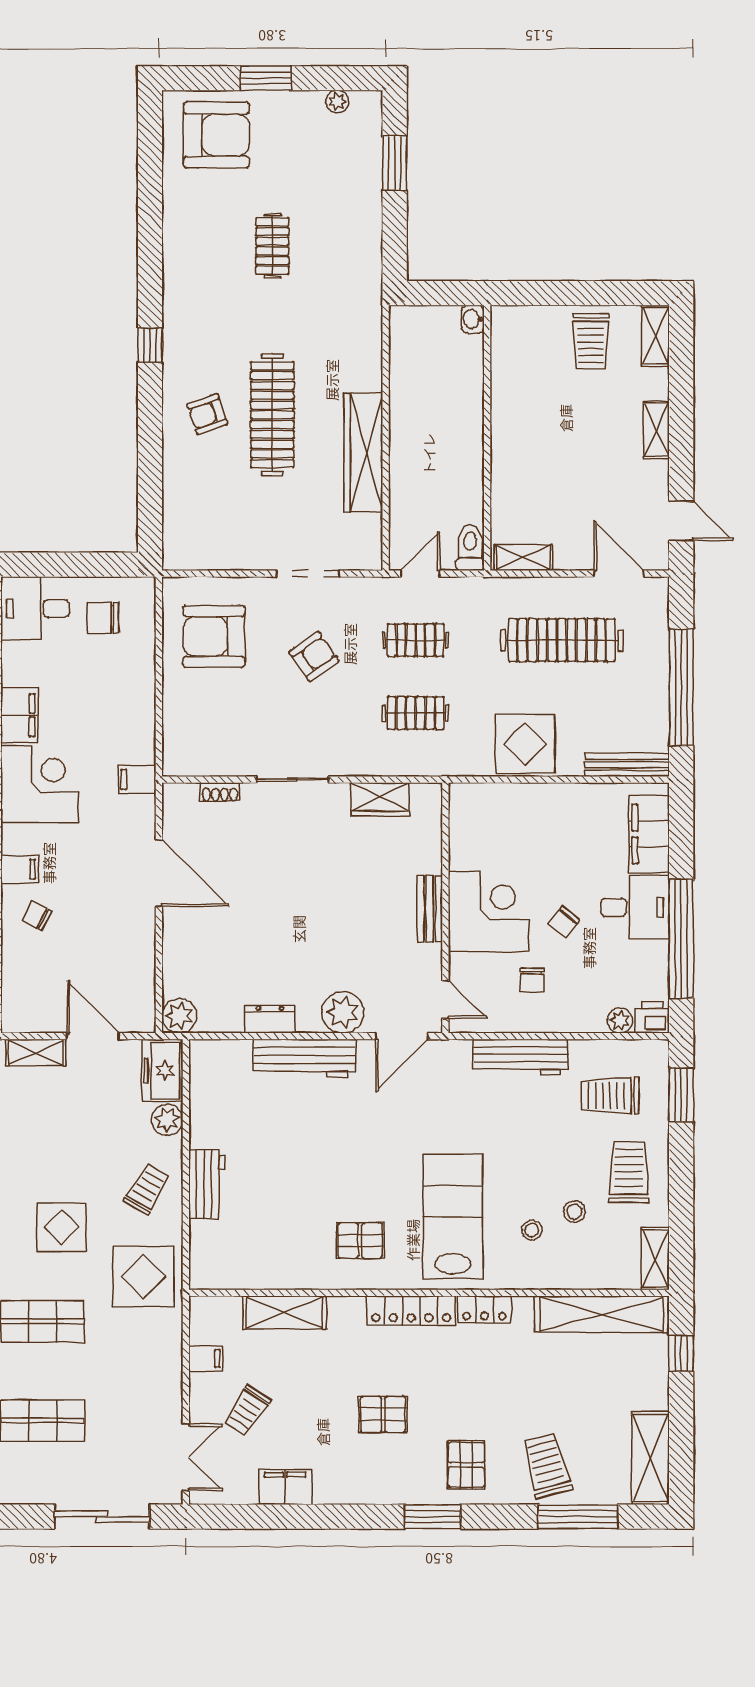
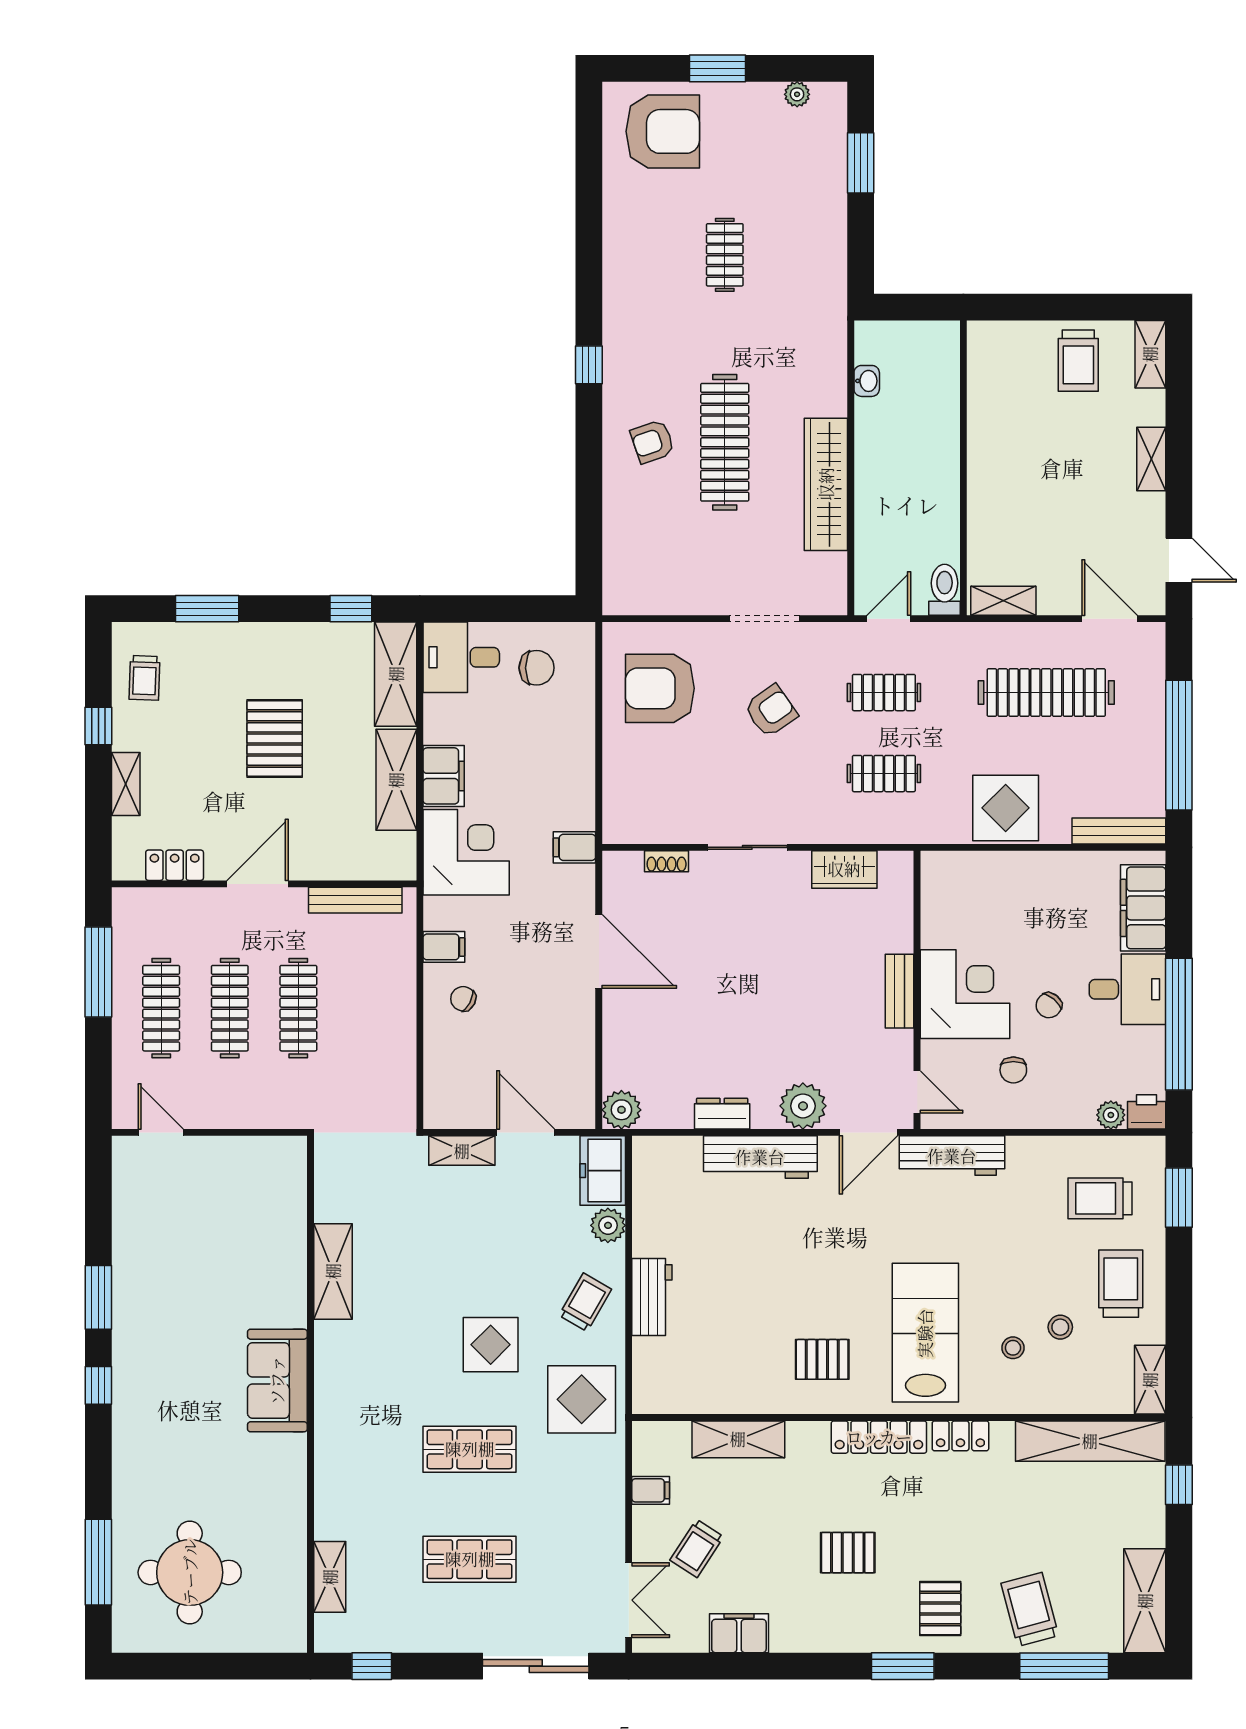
washbasin: (473, 319) -> (867, 381), moved, turned 180
chair: (103, 618) -> (537, 668), turned 180
workbench: (520, 1057) -> (952, 1156), moved

